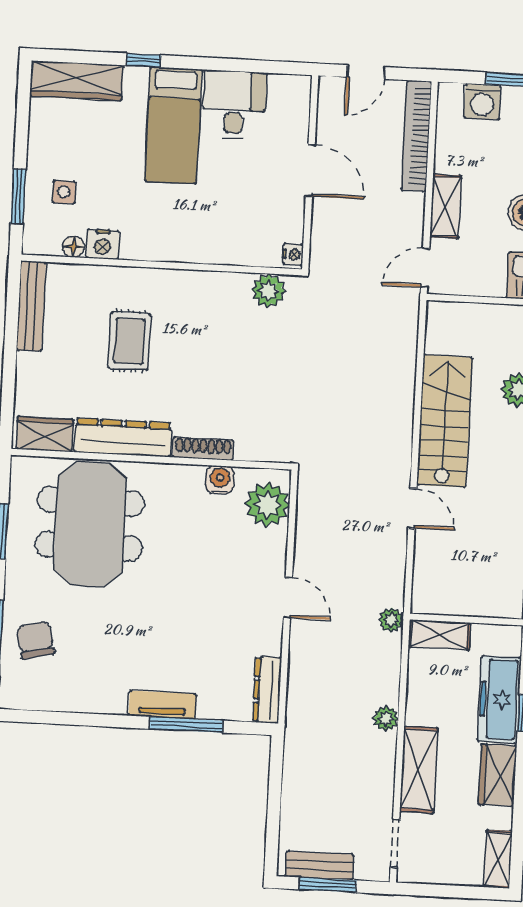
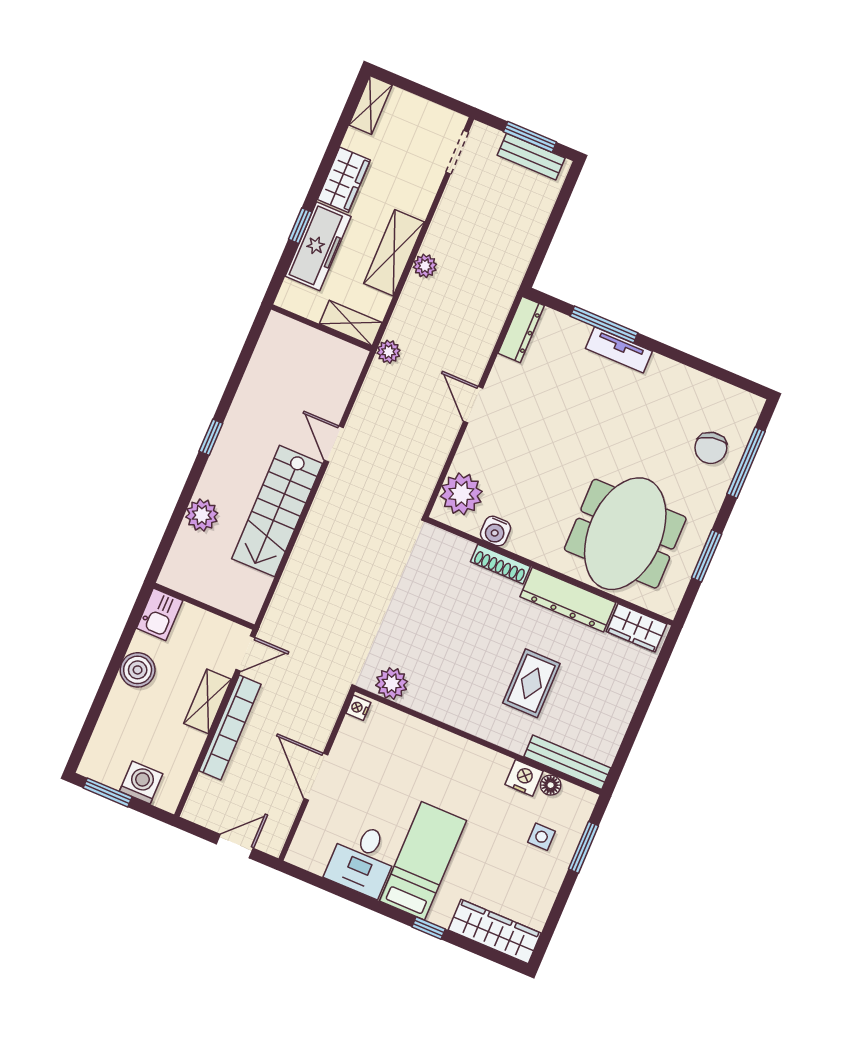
bookcase: (416, 136) -> (230, 727), moved
bench: (31, 306) -> (567, 762), moved, turned 90
shelving: (419, 770) -> (394, 253), moved

